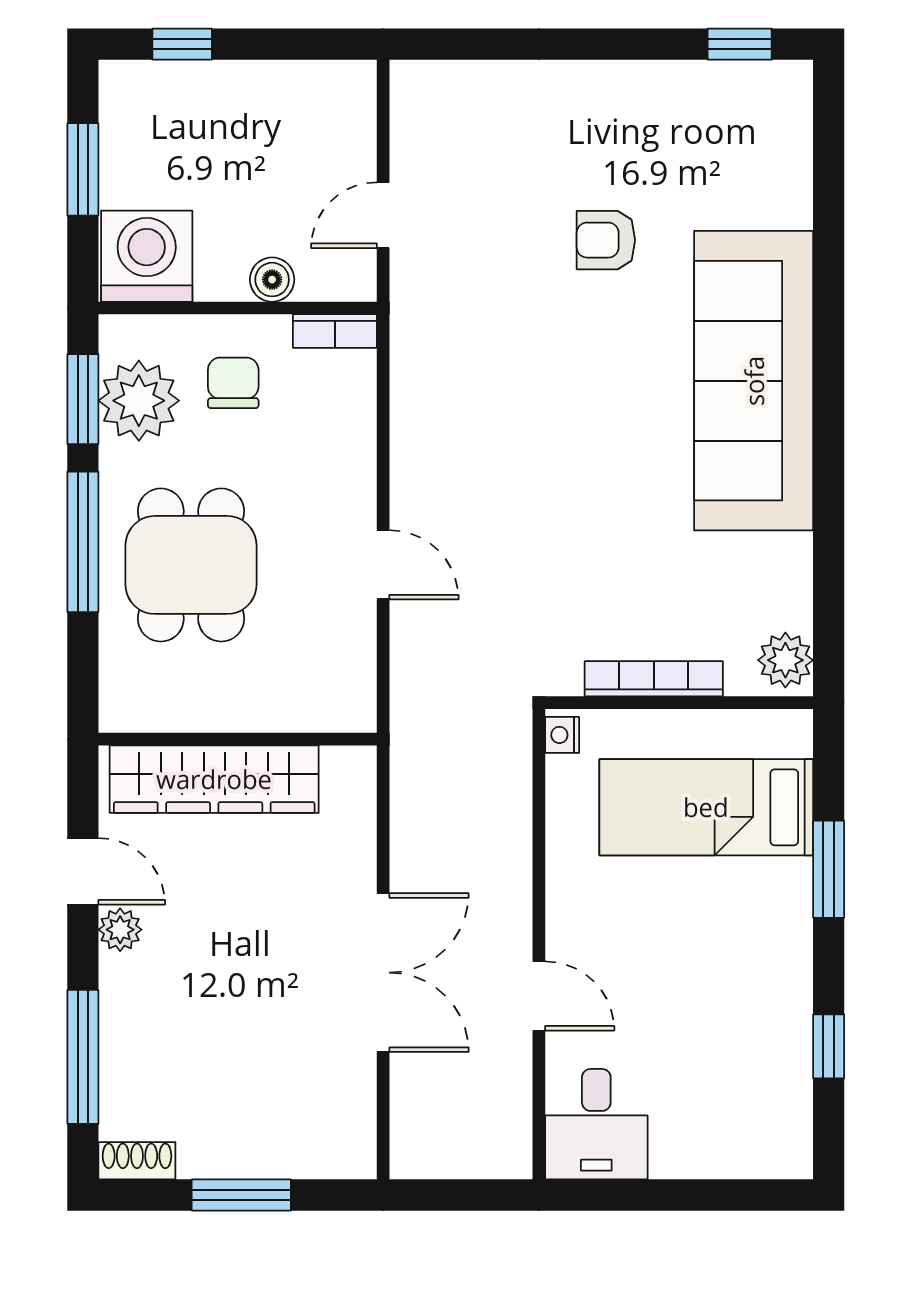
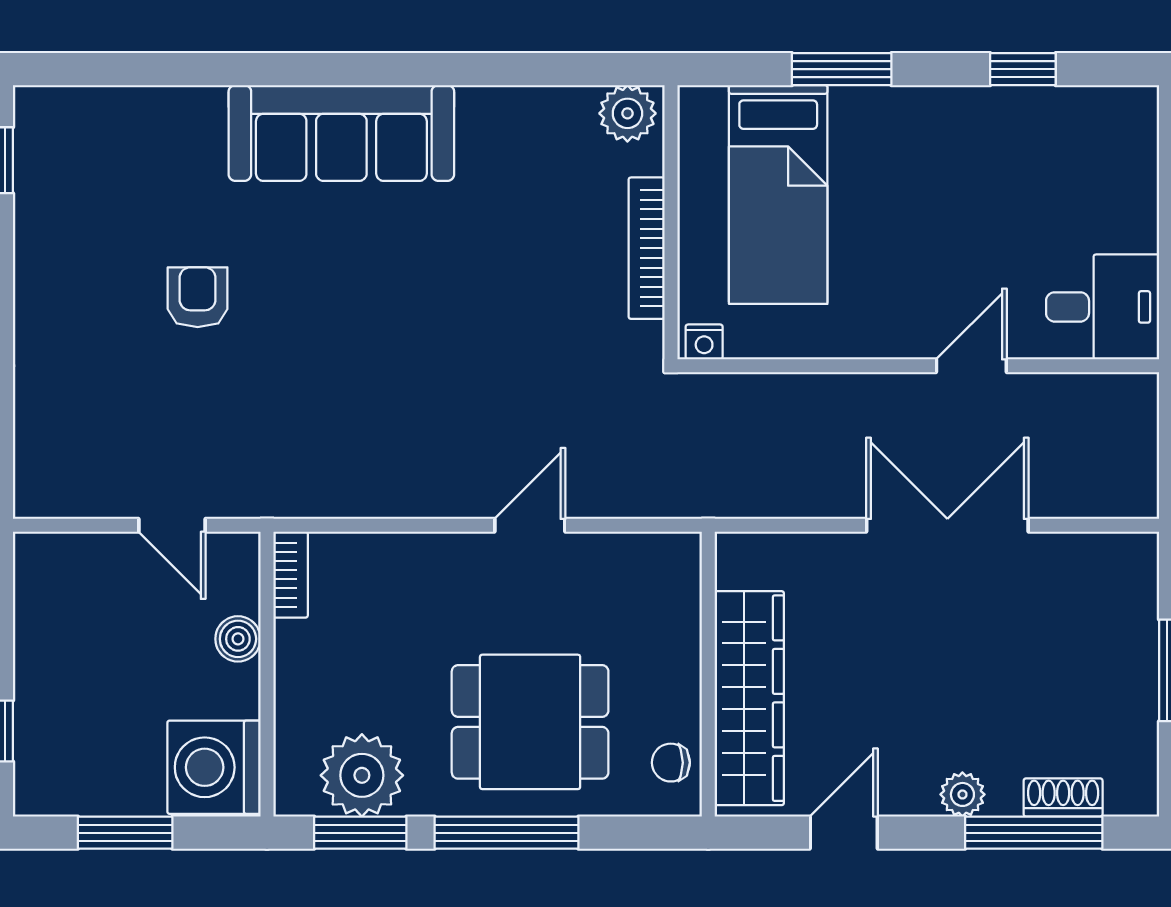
armchair: (606, 240) -> (198, 297), turned 180
sofa: (754, 381) -> (341, 133), width x0.74, depth x0.79
chair: (233, 383) -> (671, 763), moved, width x0.73, depth x0.73
plant: (120, 930) -> (962, 794), moved
shoe rack: (137, 1161) -> (1063, 797), moved, turned 90

